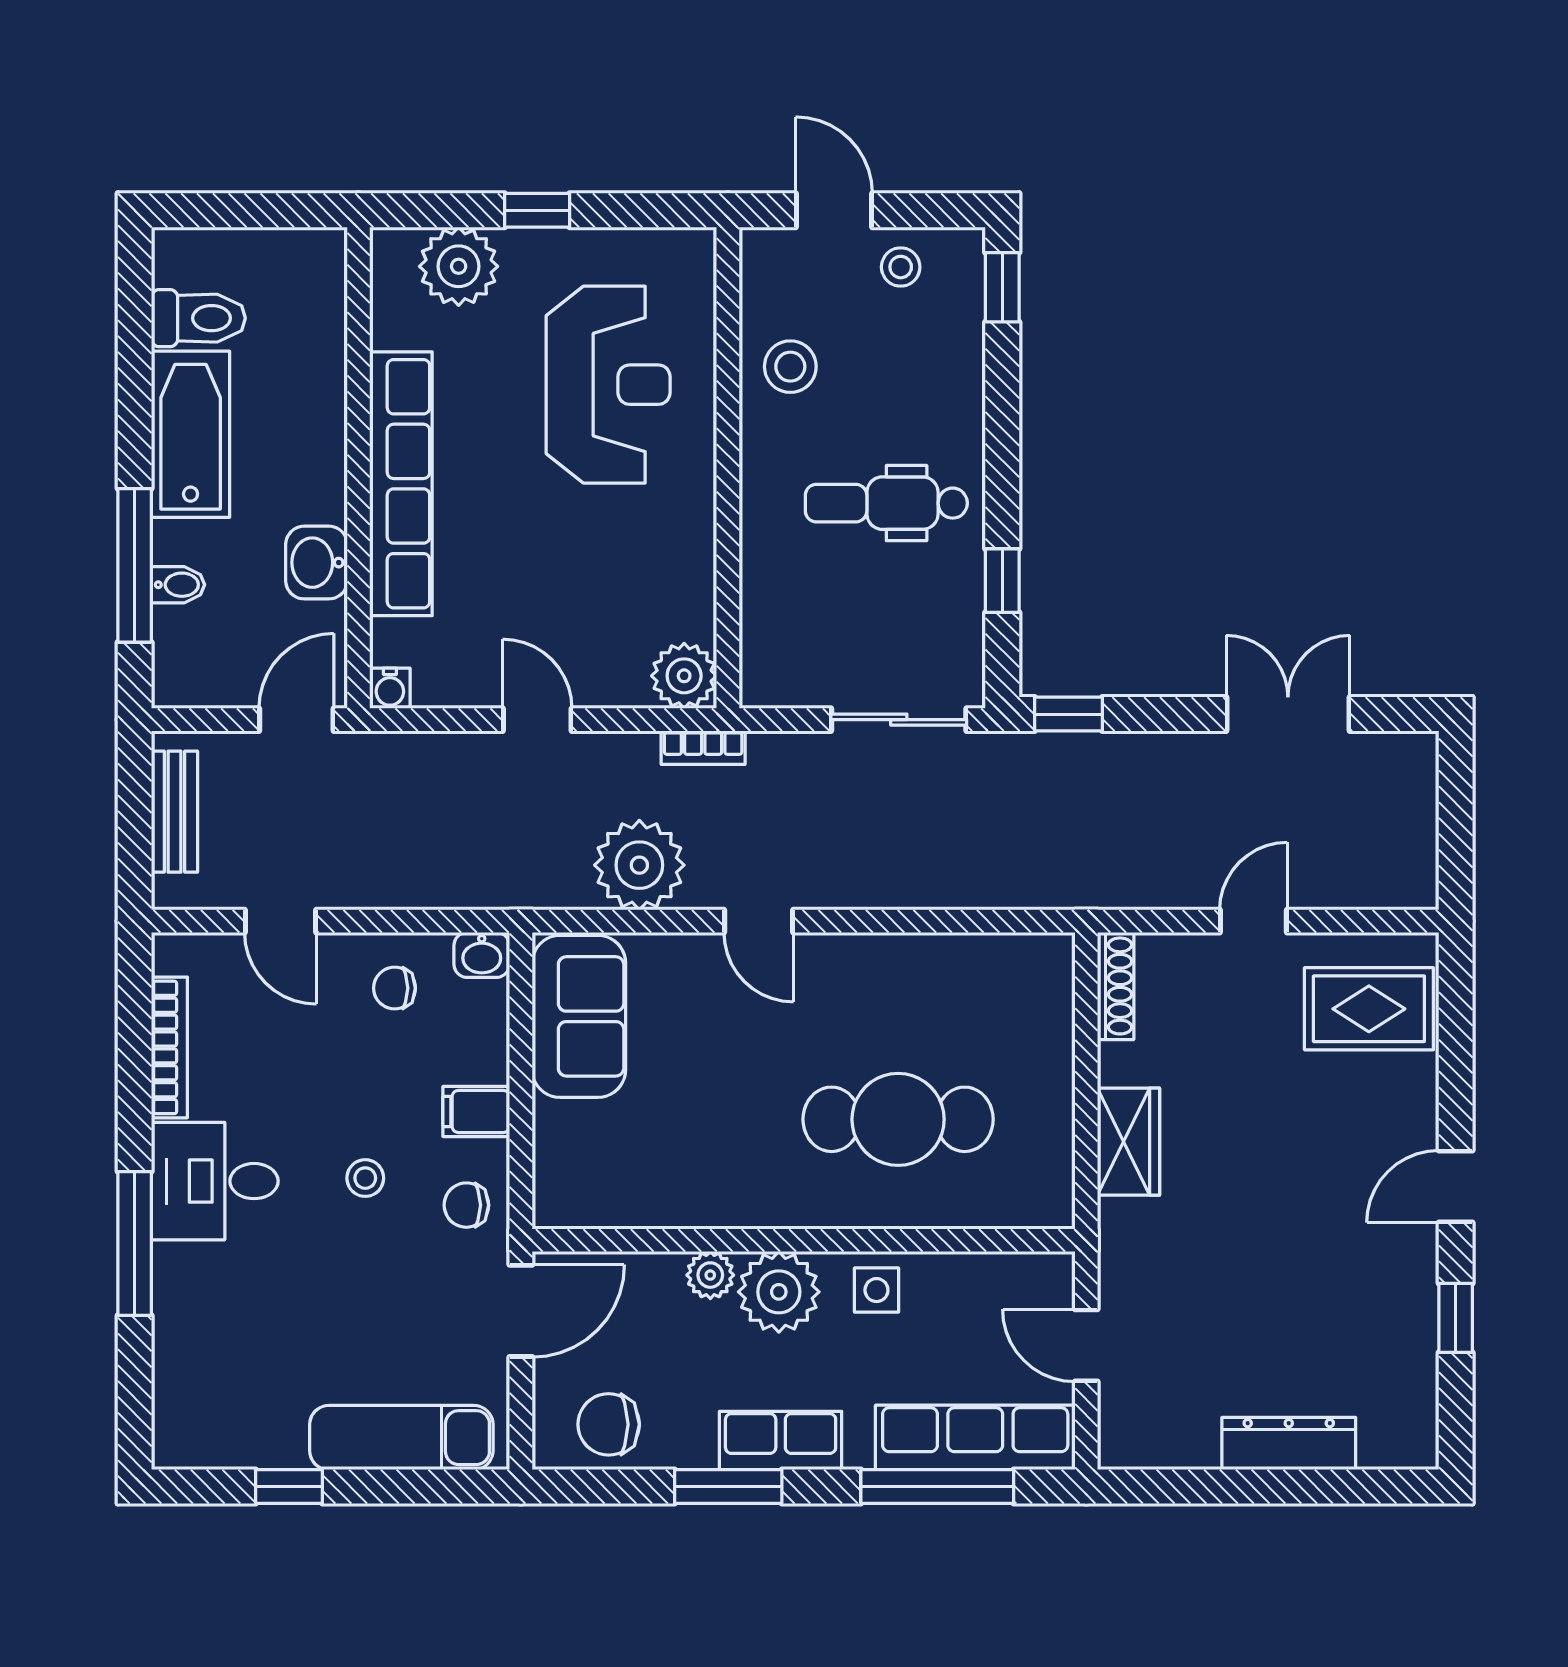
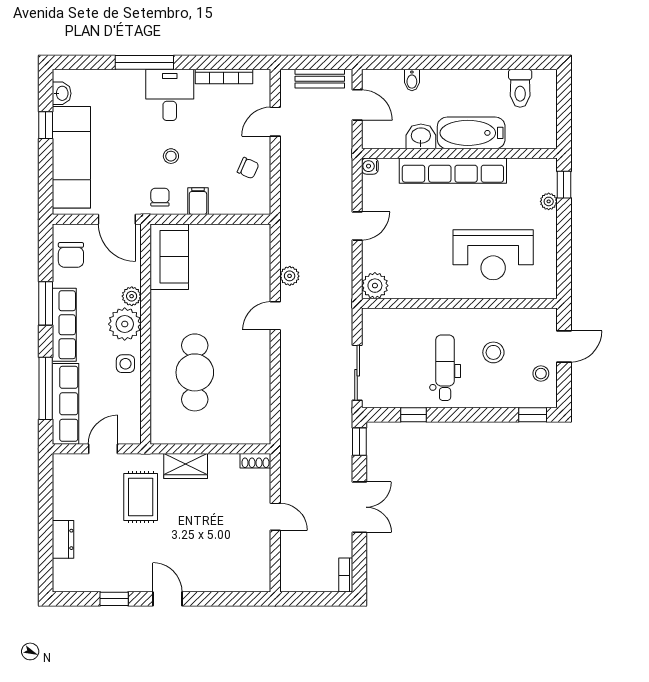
window: (537, 210) -> (564, 185), moved
plant: (459, 266) -> (549, 201), width x0.53, depth x0.53
stool: (790, 367) -> (493, 352), moved
bathtub: (191, 434) -> (471, 133), moved, turned 180
window: (135, 565) -> (420, 62), removed
double door: (1288, 714) -> (359, 507), moved
door: (296, 720) -> (357, 105), moved
bookcase: (703, 748) -> (346, 575), moved
plant: (639, 865) -> (290, 276), width x0.53, depth x0.53
washbasin: (482, 955) -> (62, 93), moved, turned 180
shoe rack: (1116, 986) -> (255, 461), width x0.70
chair: (395, 988) -> (248, 168), turned 114
rug: (1369, 1009) -> (141, 497), moved
sofa: (579, 1016) -> (169, 257), moved, turned -90
chair: (609, 1424) -> (71, 255), turned 180
exam couch: (401, 1438) -> (71, 157), width x1.36, depth x1.45
row of seats: (781, 1441) -> (64, 325), width x1.48
dresser: (1289, 1444) -> (63, 539), width x0.70

